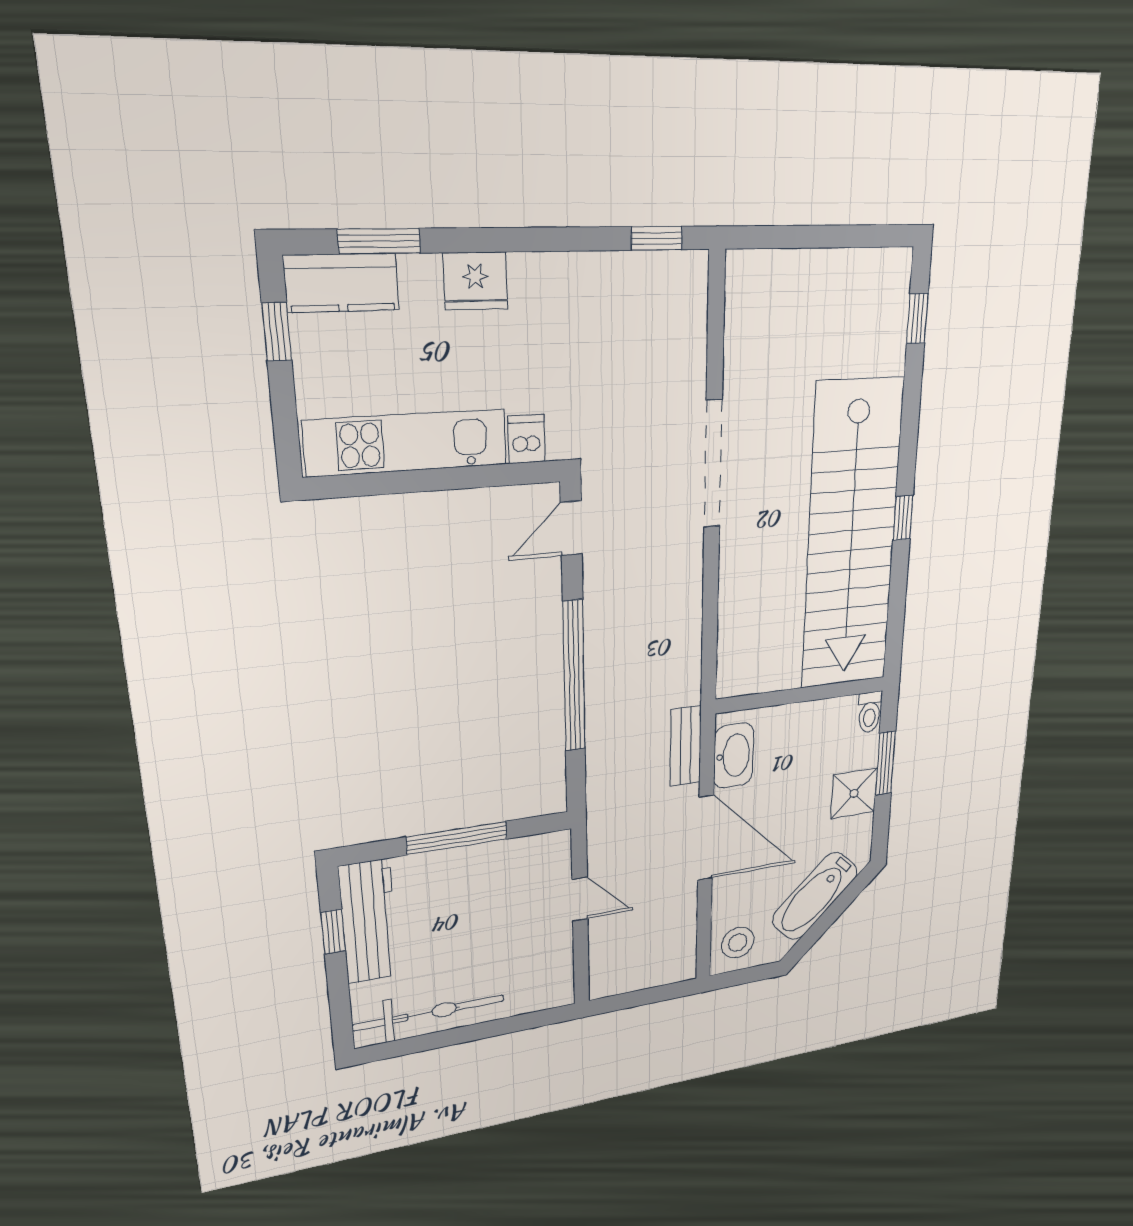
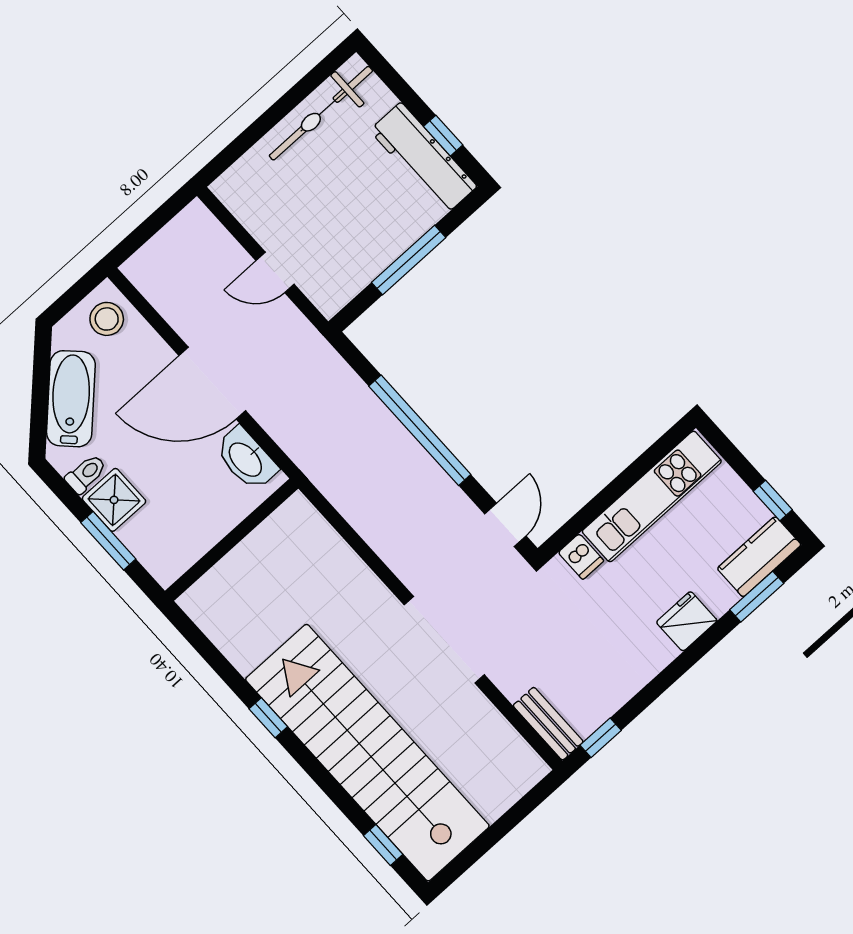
stairs: (852, 537) -> (367, 753), moved
toilet: (870, 712) -> (86, 474), moved, turned 90
bench: (686, 746) -> (548, 724), moved

